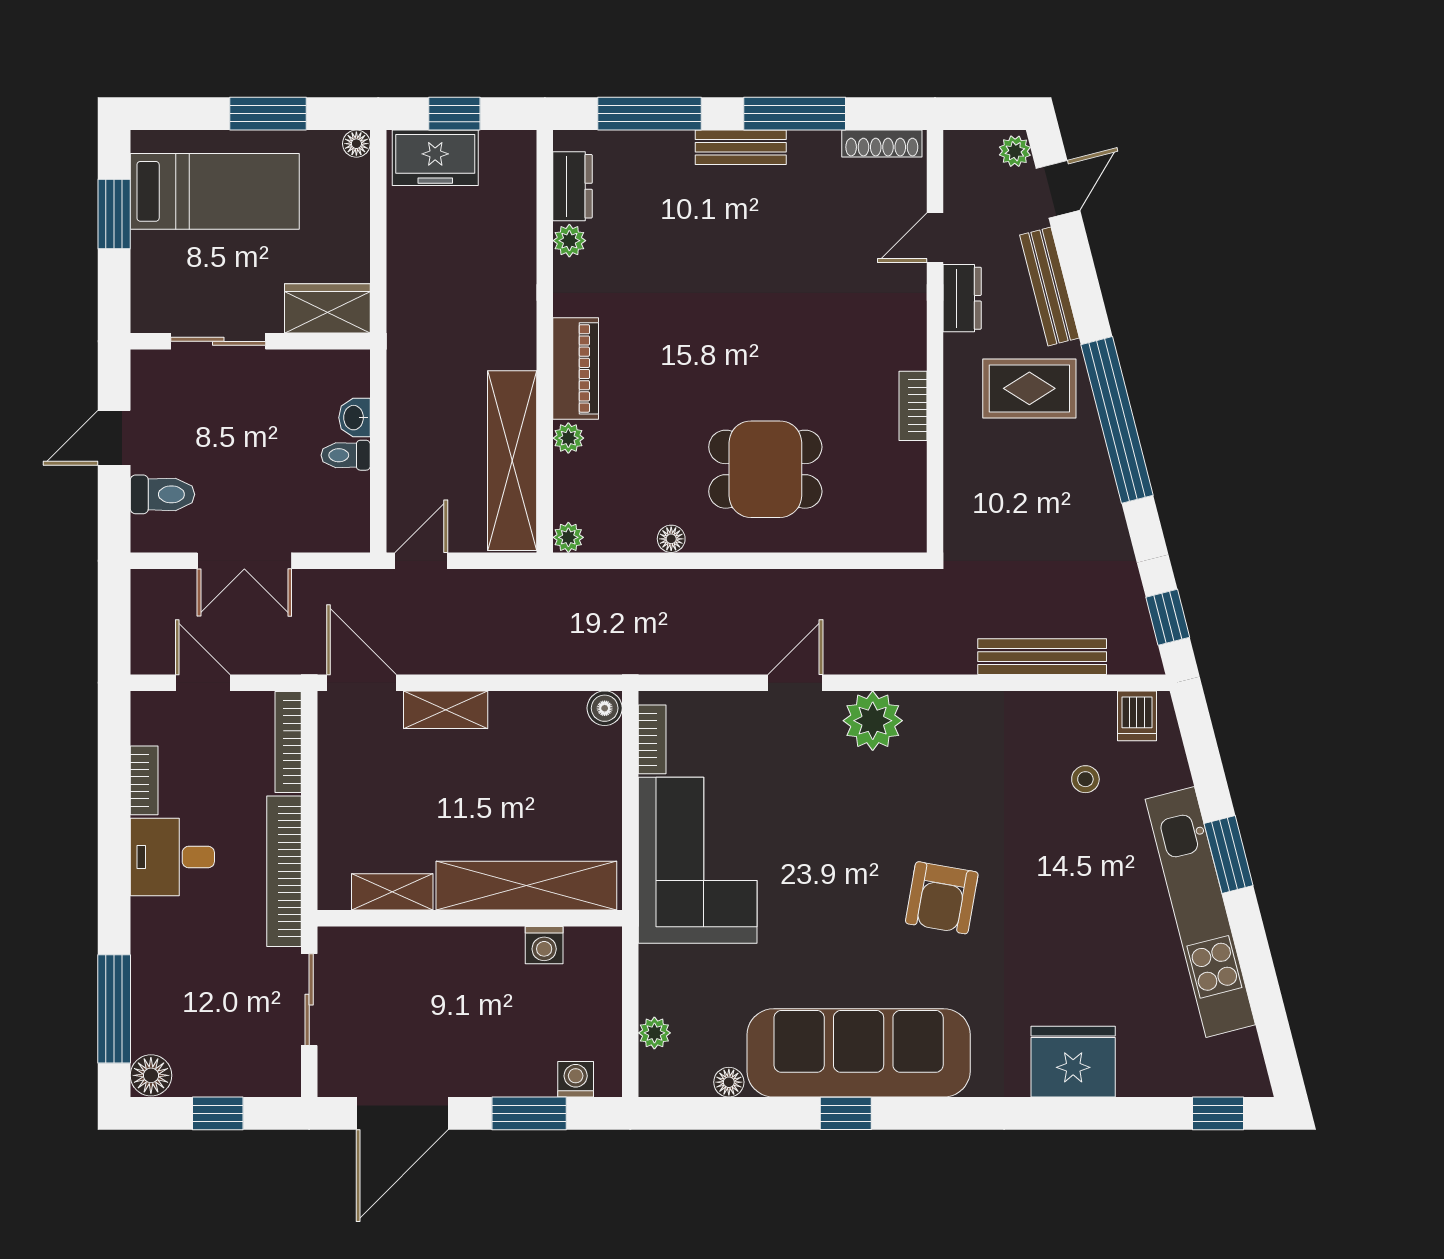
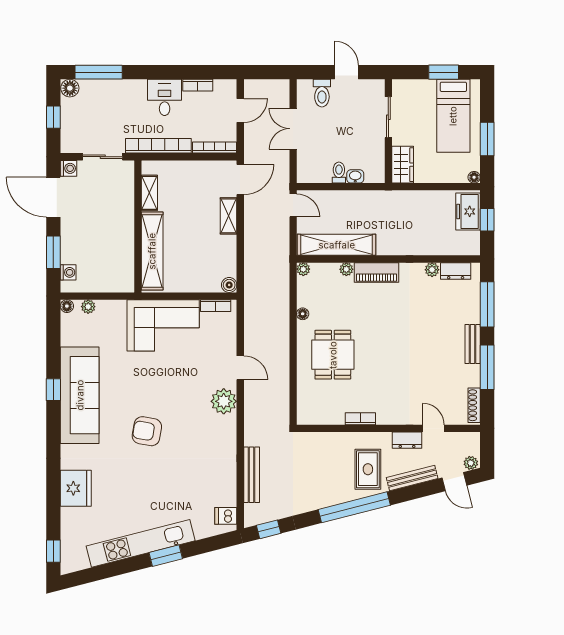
stool: (1085, 779) -> (198, 494), removed
washing machine: (544, 945) -> (68, 168), moved, turned 180
floor lamp: (729, 1082) -> (67, 306), moved

